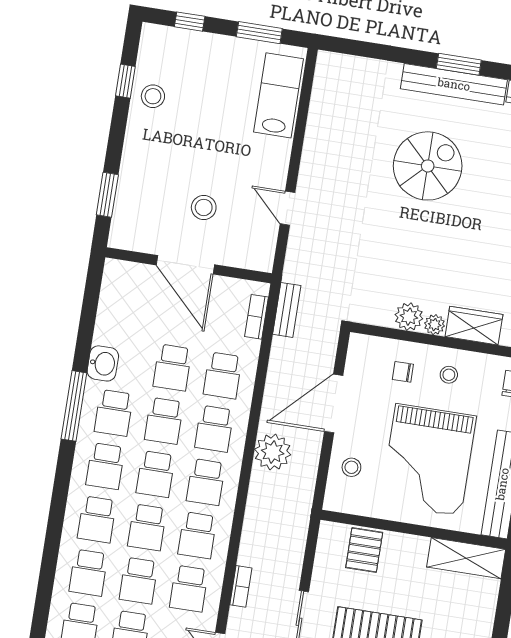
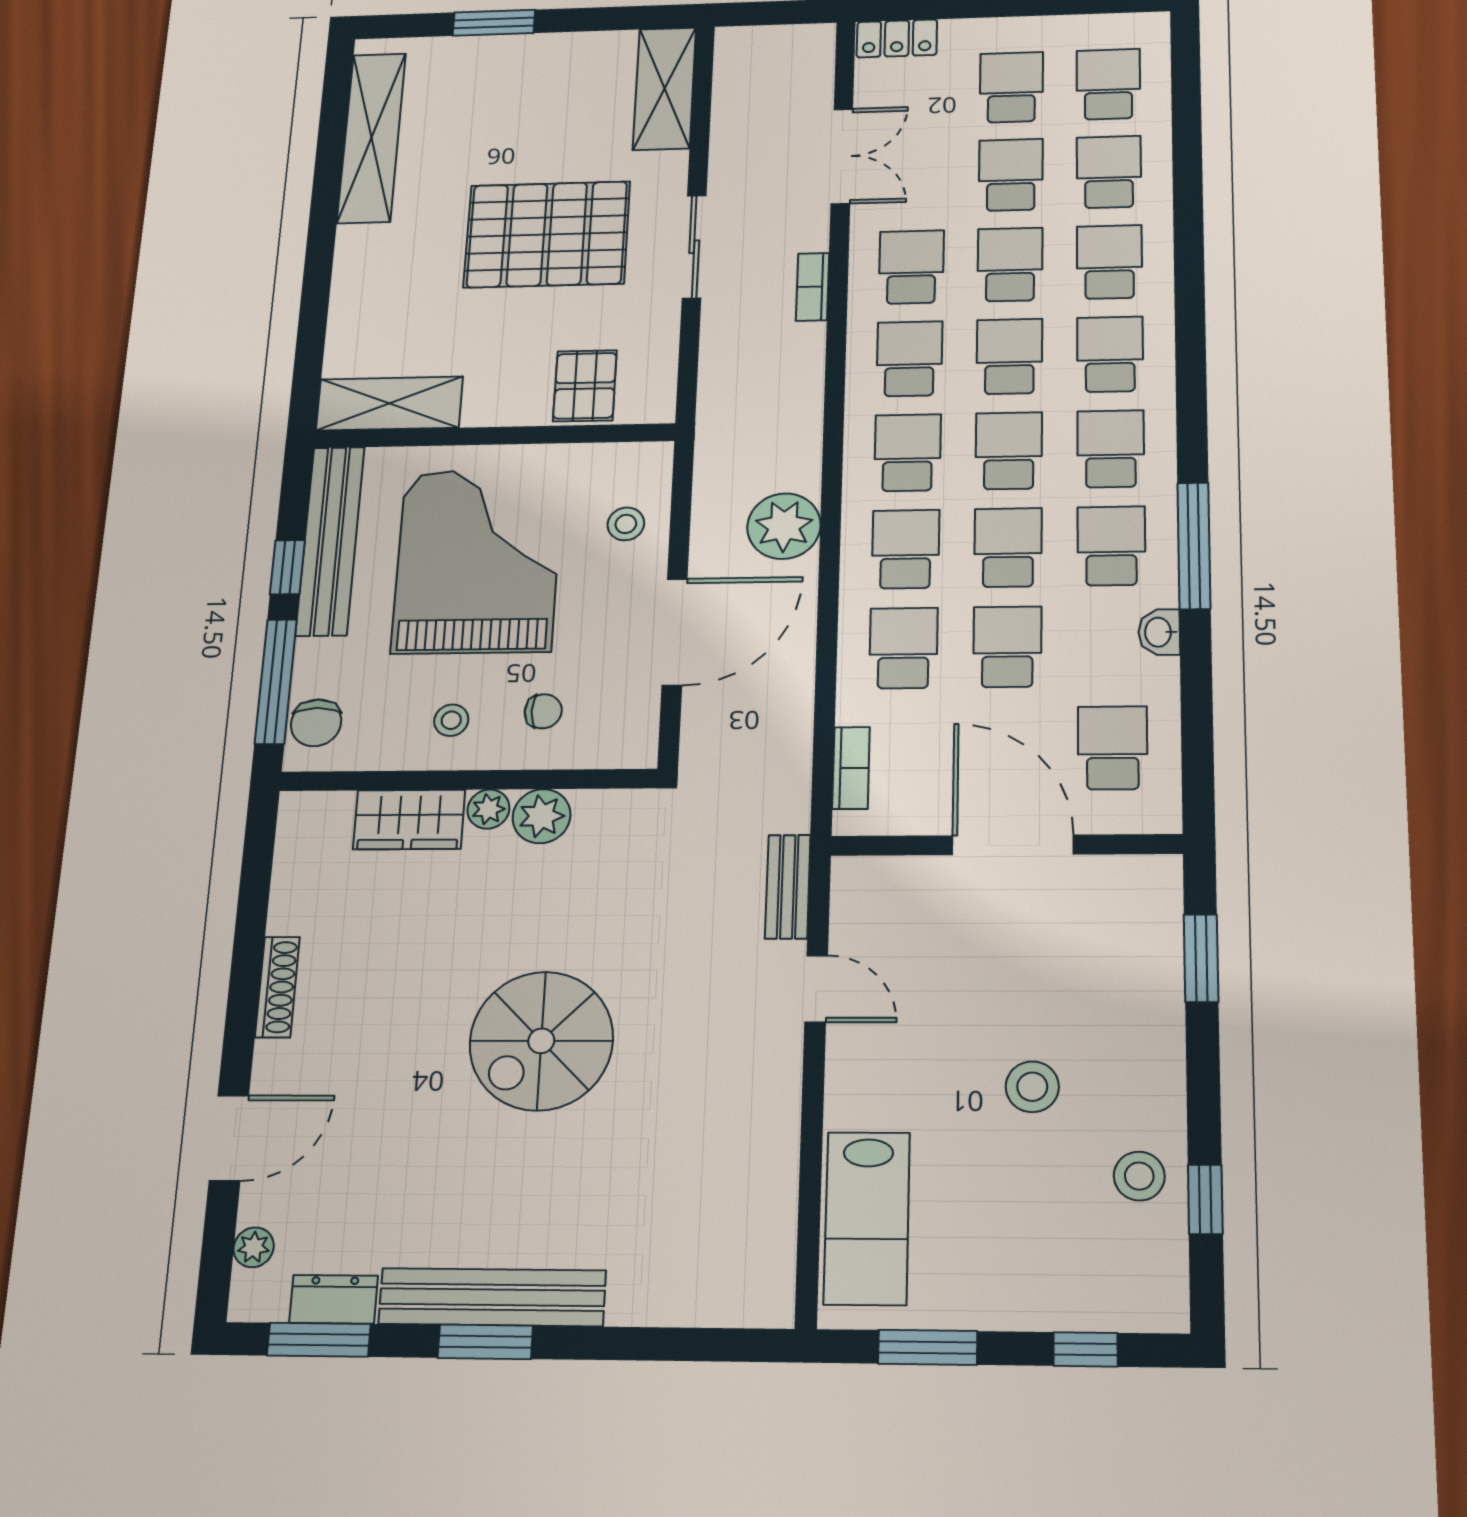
spiral stairs: (428, 166) -> (541, 1041), moved
stool: (204, 207) -> (1032, 1087), moved
school desk: (131, 306) -> (1113, 748), added
bench: (287, 310) -> (788, 887), moved
washbasin: (103, 363) -> (1159, 632), width x0.72, depth x0.69

